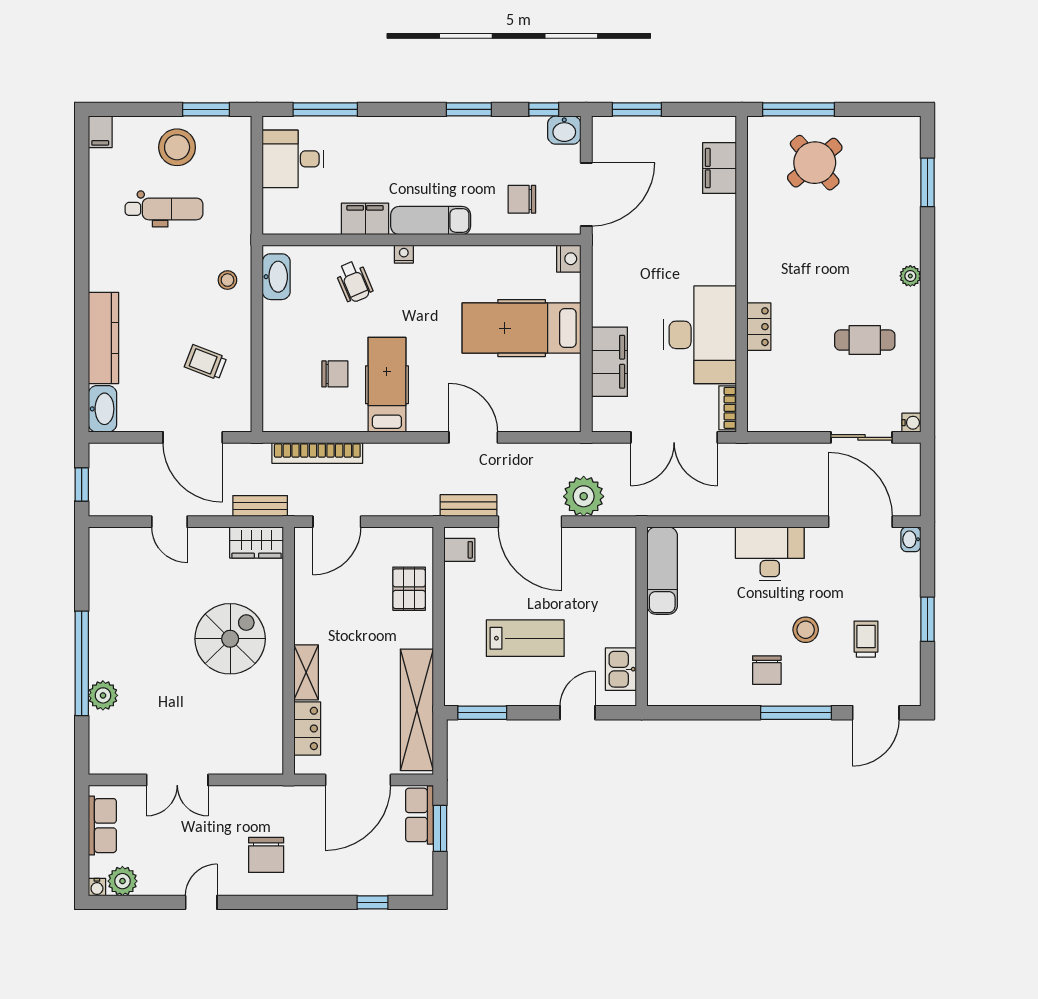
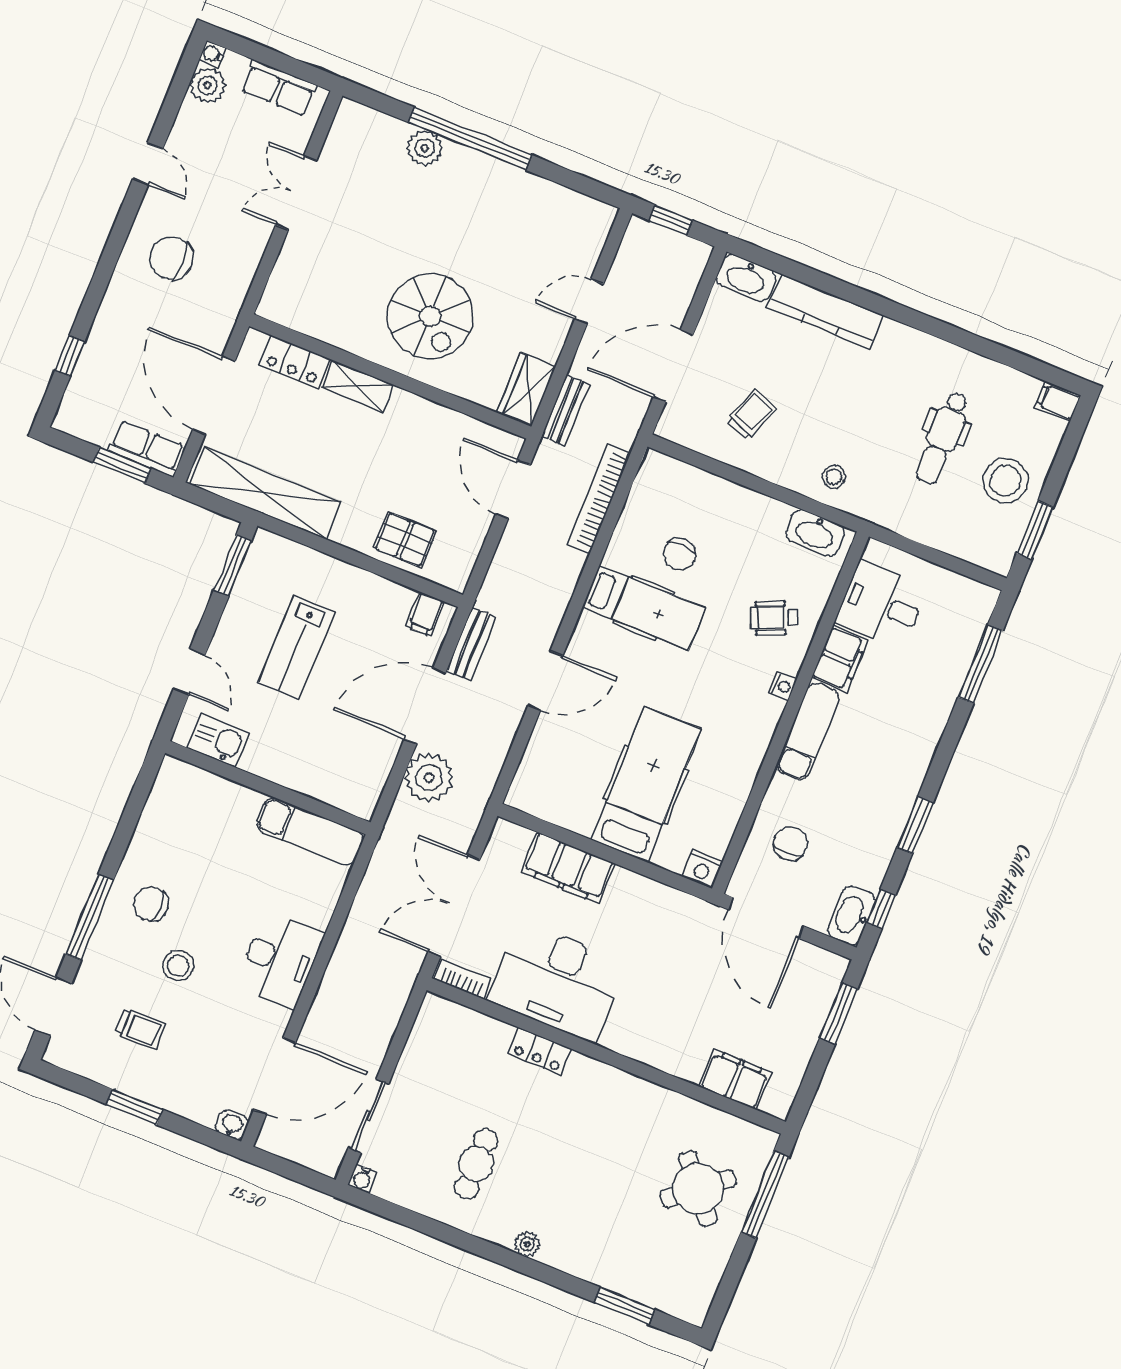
washbasin: (564, 130) -> (851, 915), width x1.38
desk: (293, 159) -> (881, 605), moved, turned -90

